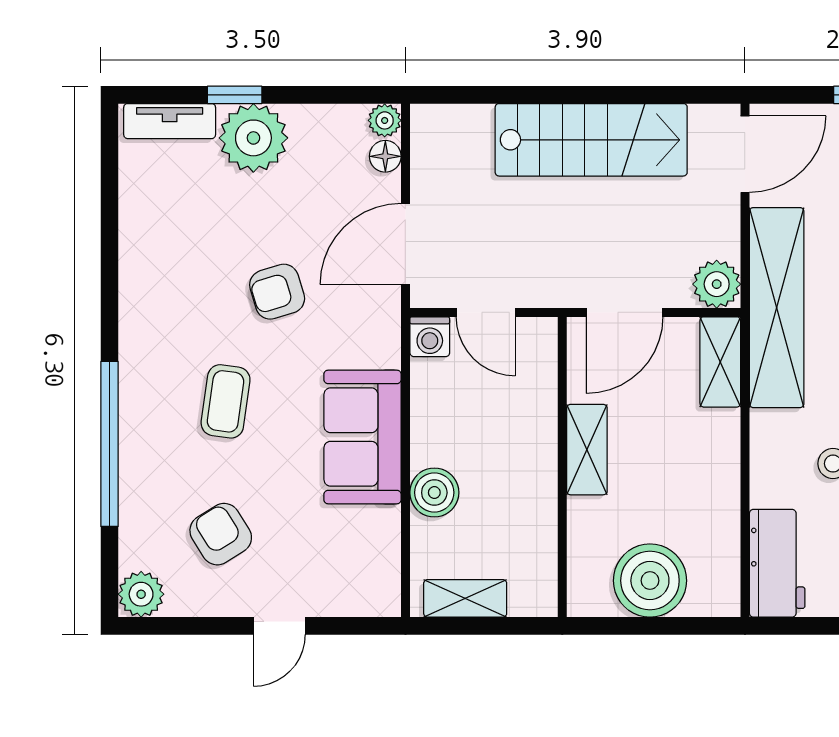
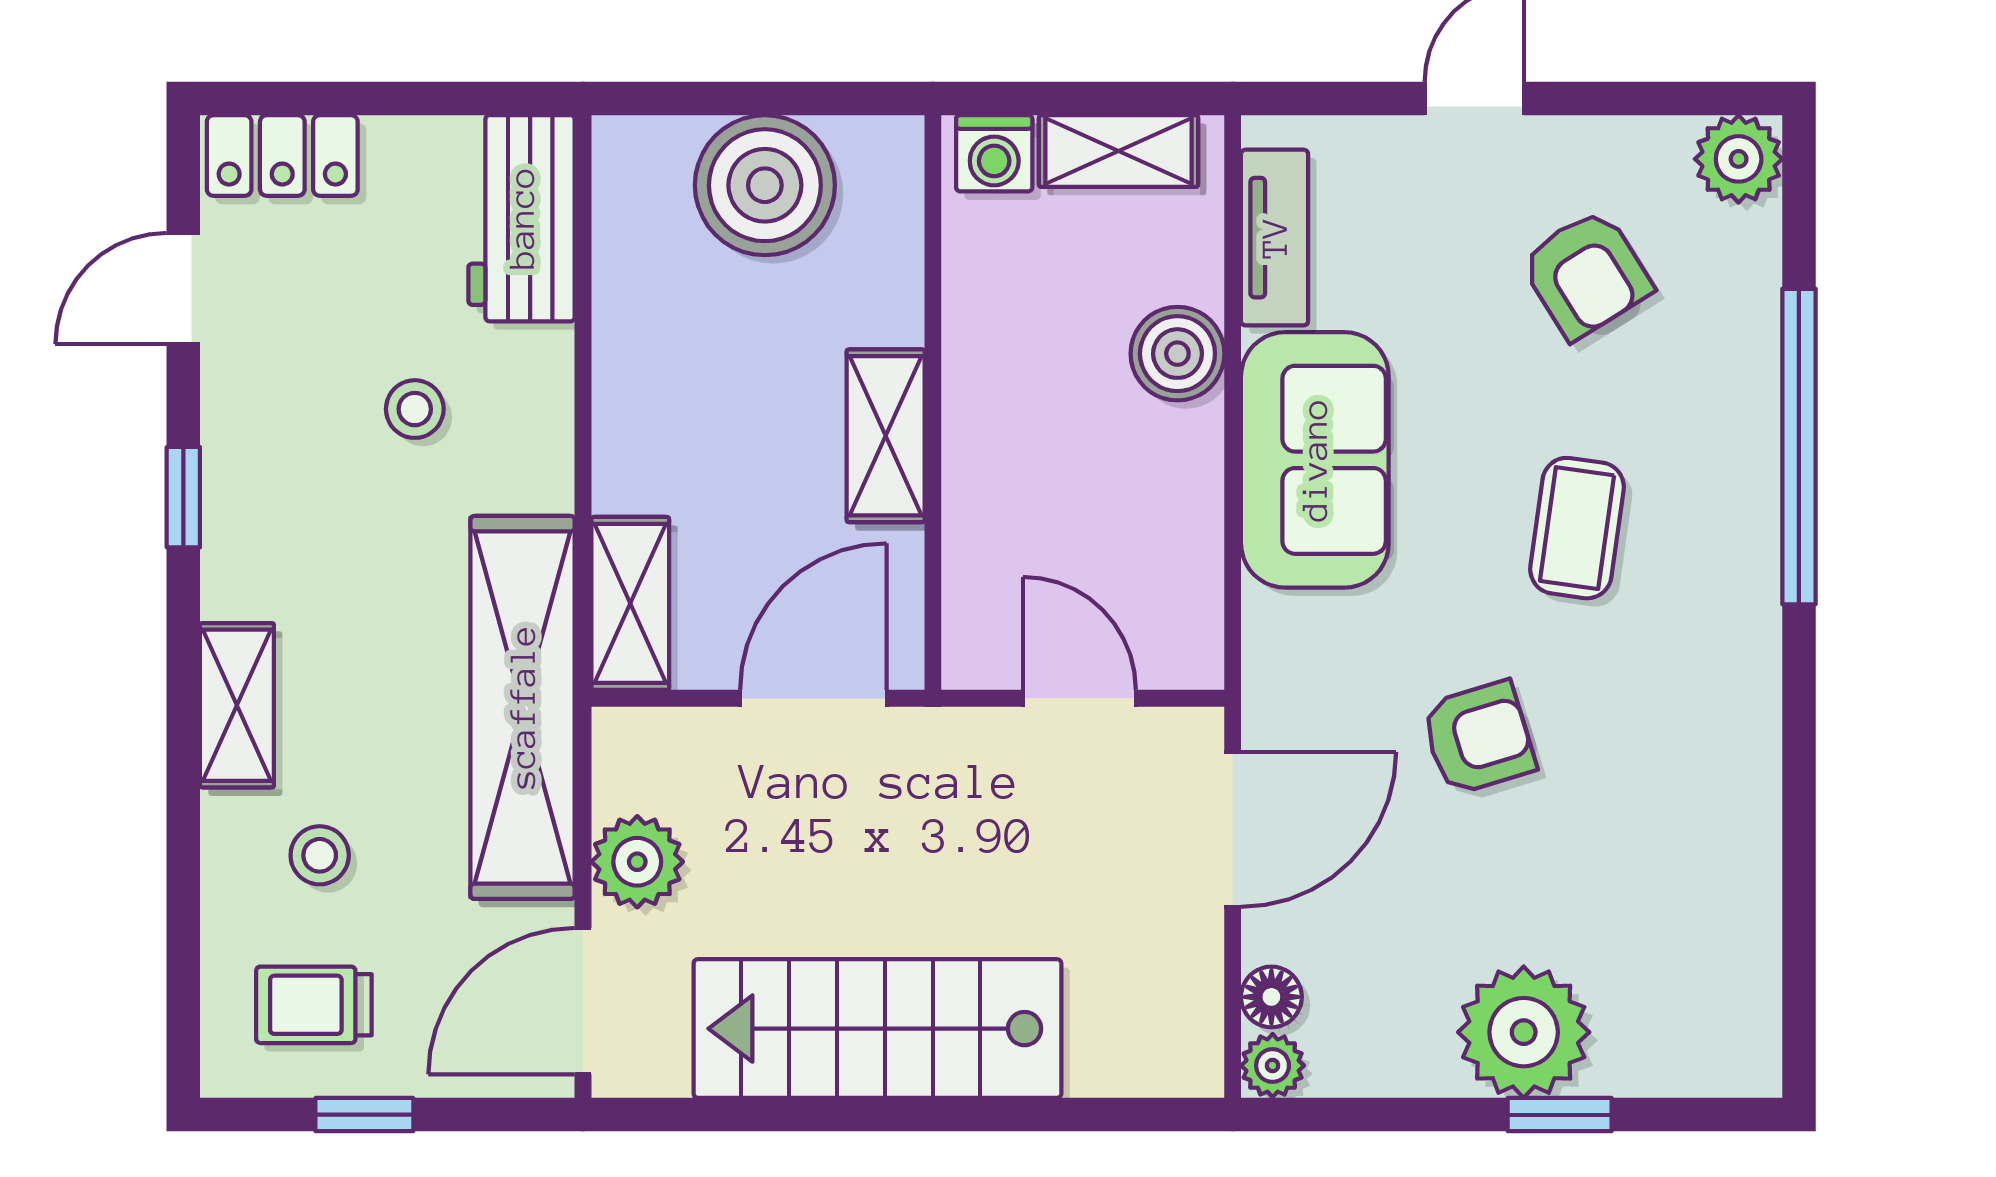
tv unit: (170, 121) -> (1275, 238), moved, turned 90
plant: (717, 284) -> (637, 862), moved
washing machine: (430, 337) -> (994, 153), moved, turned 180

